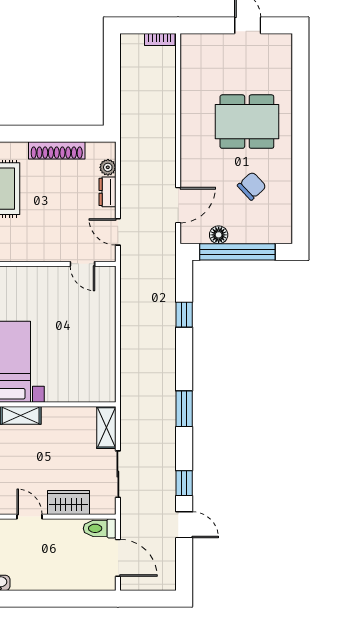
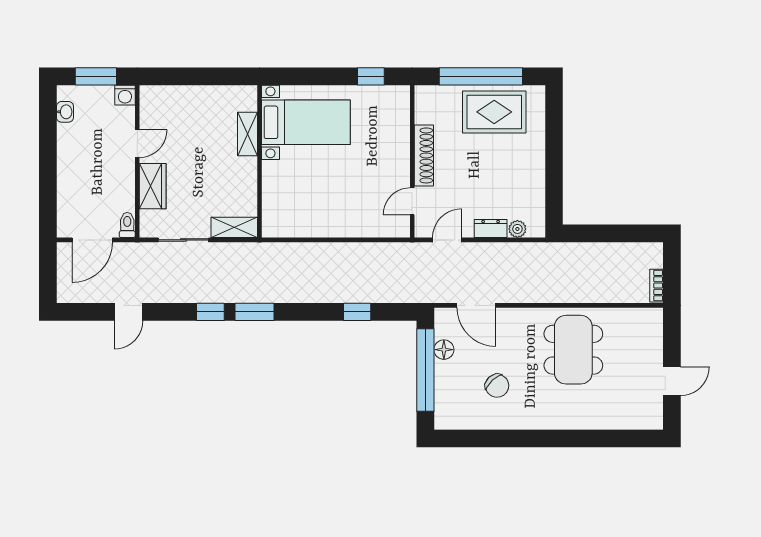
dining table: (247, 122) -> (573, 350), moved
shoe rack: (57, 150) -> (424, 155), moved, turned 180
window: (184, 483) -> (210, 312), moved
toilet: (100, 528) -> (127, 225), width x0.73, depth x0.72

